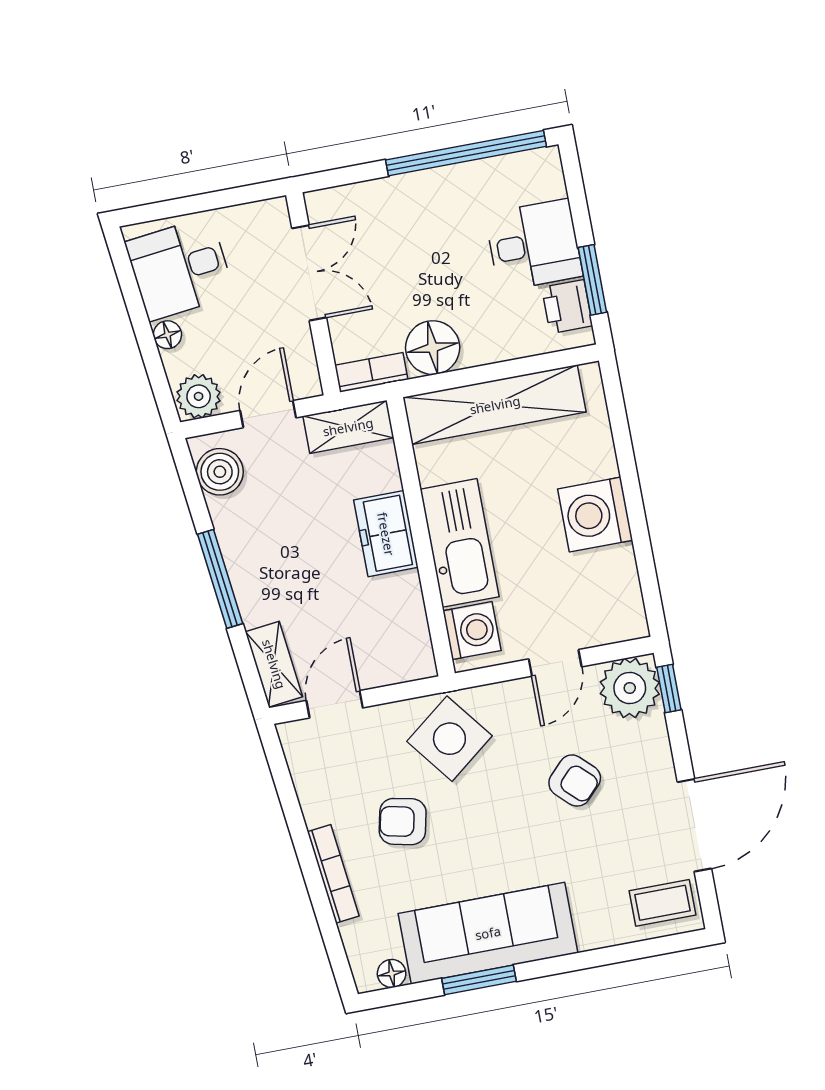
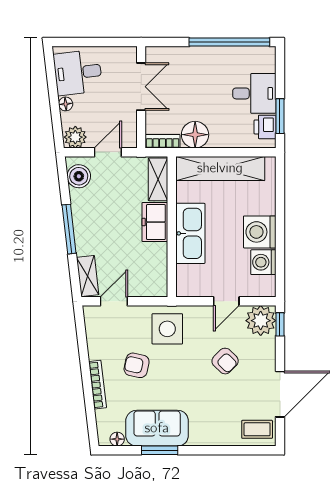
shelving: (348, 427) -> (158, 179), moved, turned 90
washing machine: (472, 631) -> (263, 262), moved, turned 180
side table: (449, 739) -> (167, 329), turned 38
sofa: (488, 933) -> (157, 428), width x0.73

